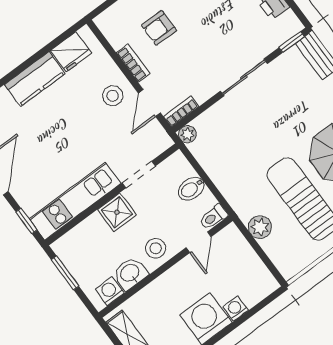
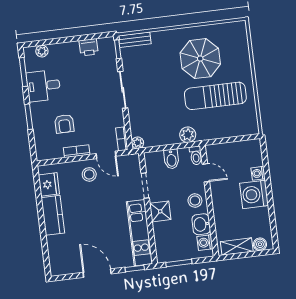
plant: (260, 227) -> (188, 135), moved

